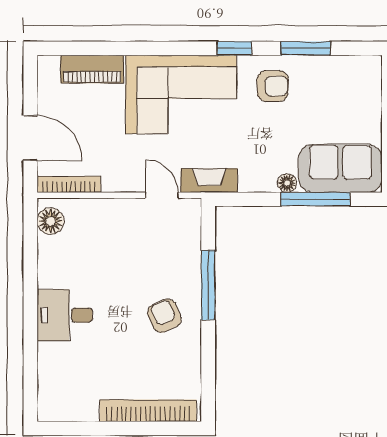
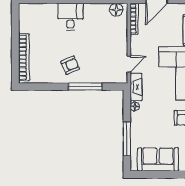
sofa: (340, 168) -> (158, 159), moved, turned -90
floor lamp: (287, 183) -> (135, 106), moved

